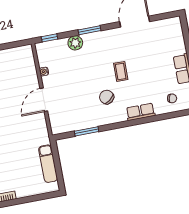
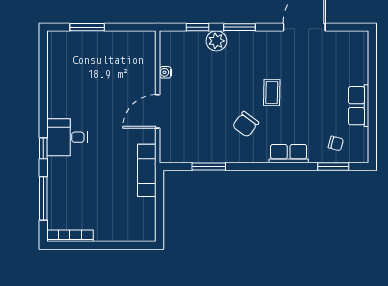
window: (50, 38) -> (197, 27), moved
chair: (107, 97) -> (246, 124), turned -107
window: (173, 115) -> (333, 167), added
exam couch: (48, 164) -> (147, 170), moved

